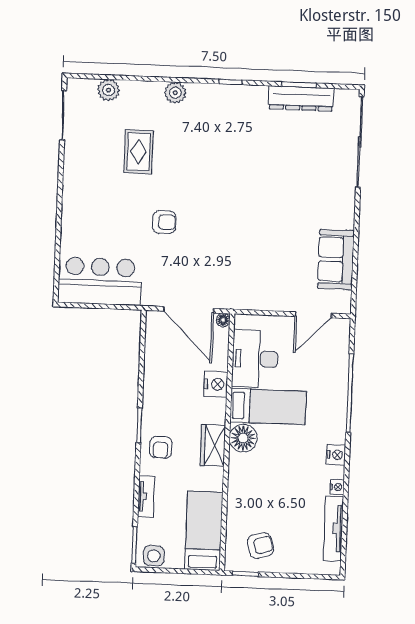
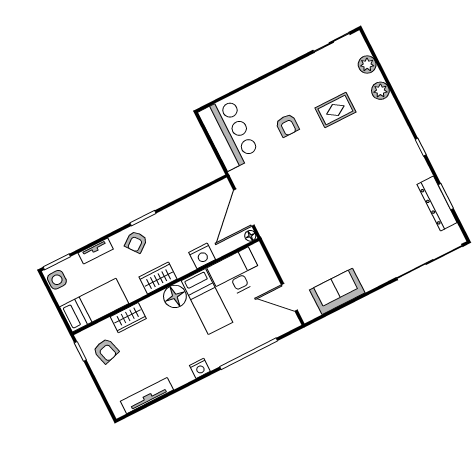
plant: (175, 93) -> (380, 91), moved
armchair: (164, 222) -> (287, 125), moved
armchair: (161, 447) -> (136, 242), turned -38
nightstand: (337, 487) -> (178, 382), removed
wardrobe: (238, 501) -> (128, 318), added

